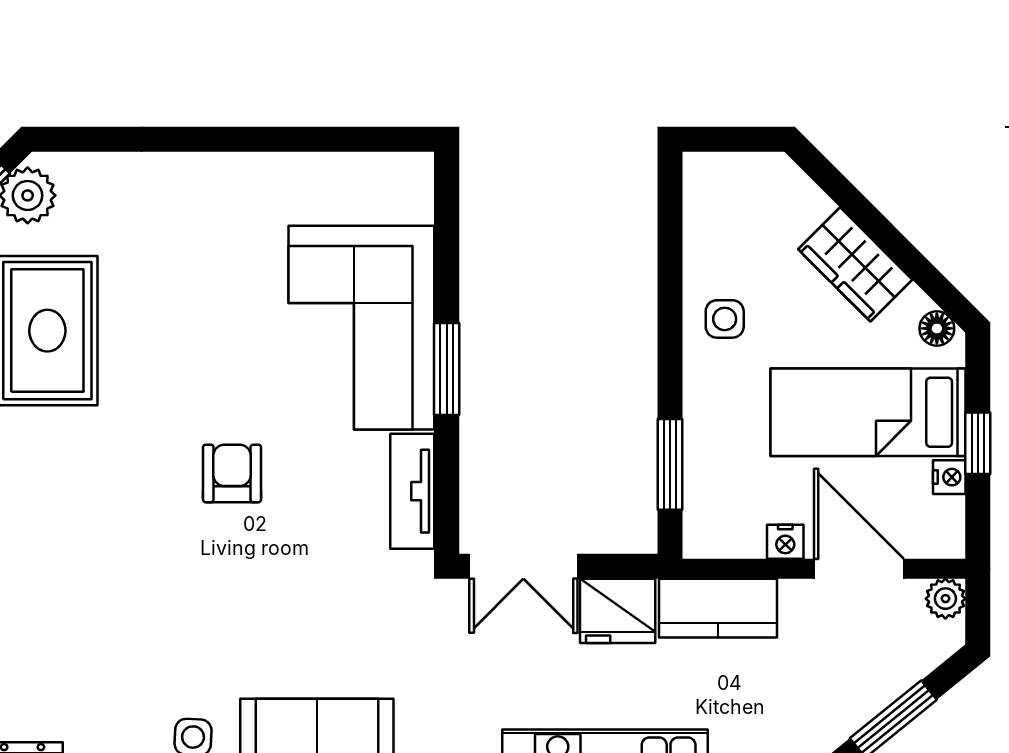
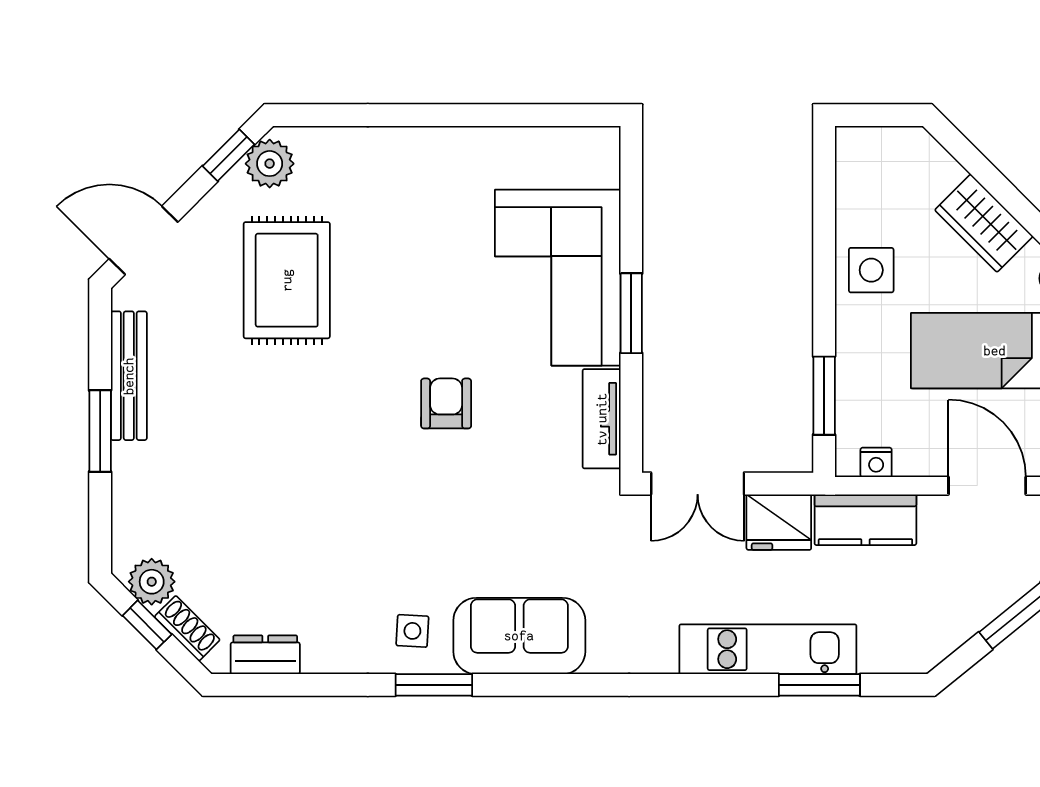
side table: (725, 319) -> (871, 270), width x1.37, depth x1.37
nightstand: (785, 542) -> (876, 462), moved

